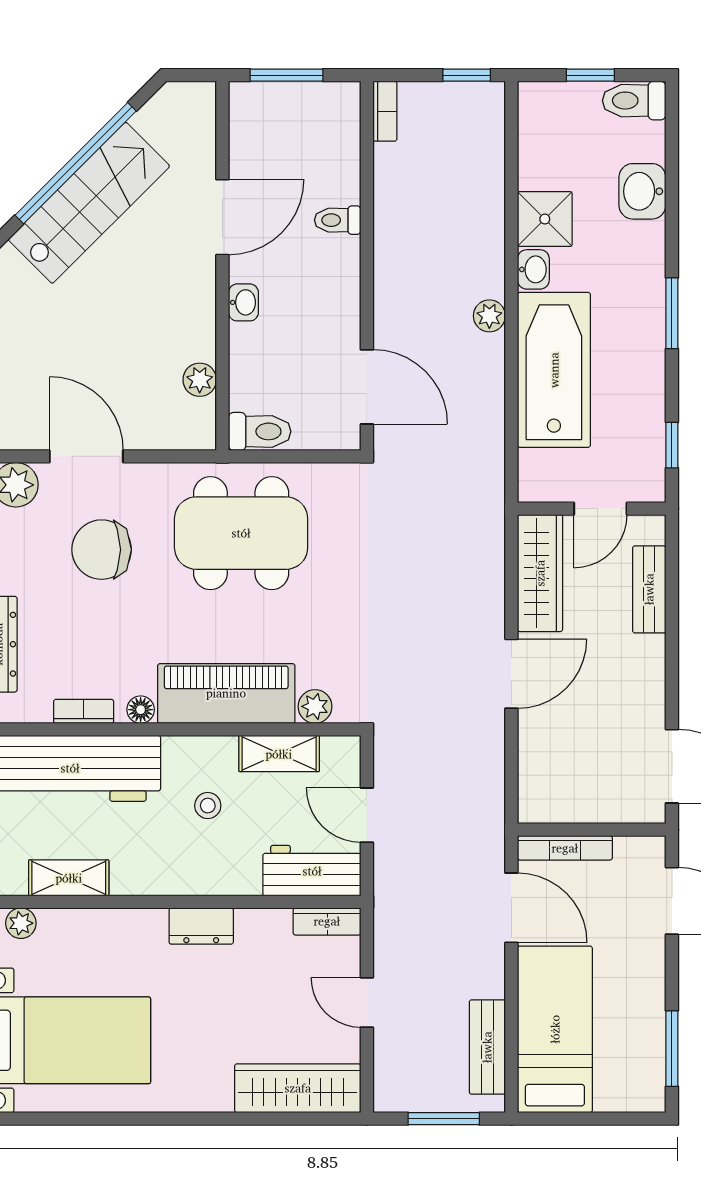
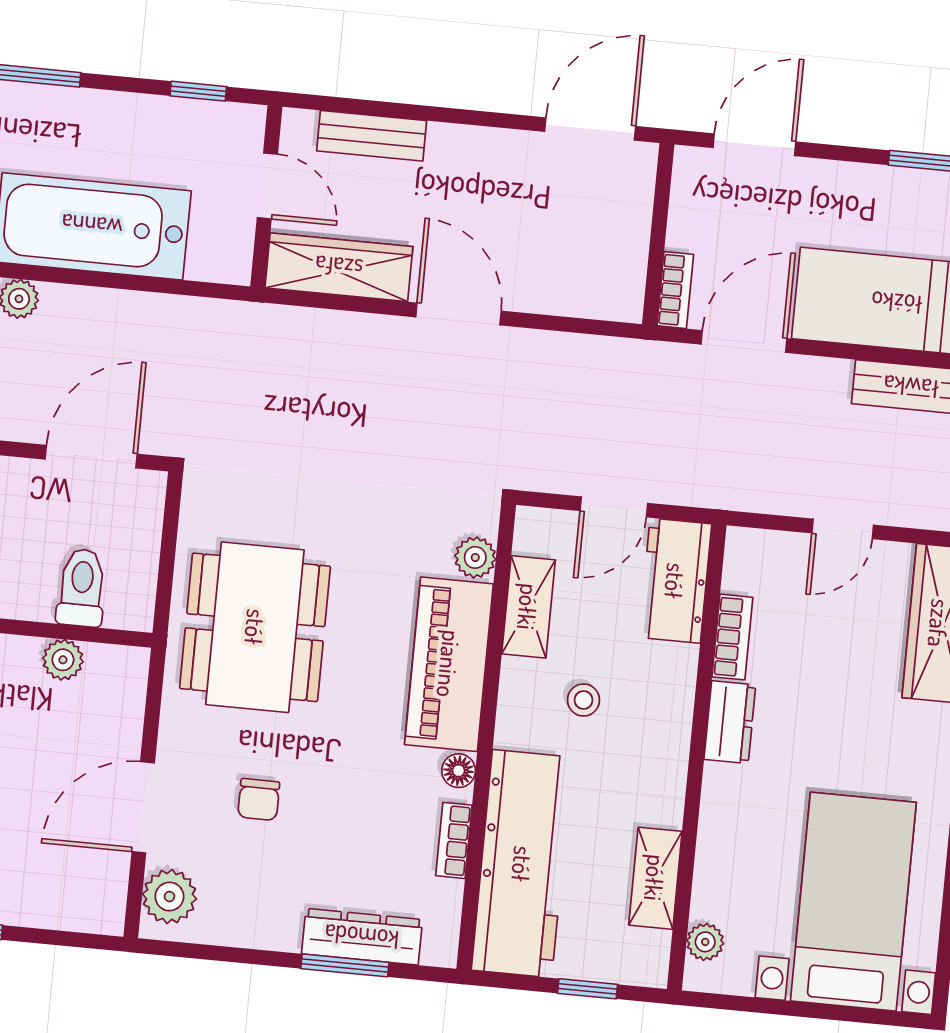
toilet: (260, 431) -> (82, 588), moved
chair: (102, 550) -> (259, 800), width x0.54, depth x0.54
bookcase: (565, 848) -> (675, 290), width x0.64
bookcase: (327, 921) -> (732, 637), moved

